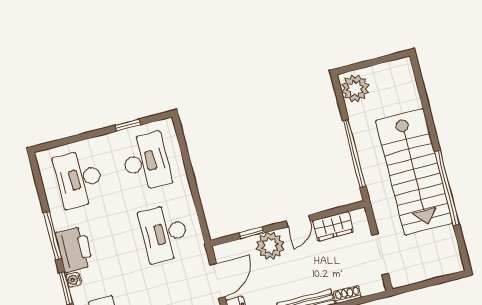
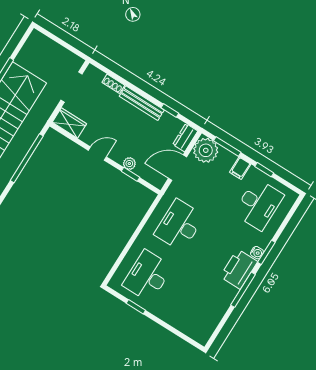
desk: (79, 179) -> (195, 306), removed
wardrobe: (333, 226) -> (69, 123), moved
desk: (164, 233) -> (179, 225), turned 180
plant: (270, 246) -> (129, 164), width x0.53, depth x0.53

